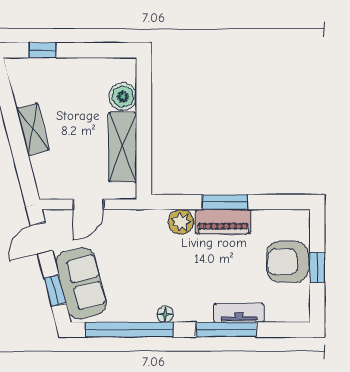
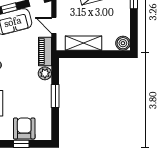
boiler: (123, 97) -> (123, 43), moved
piano: (223, 222) -> (45, 52), moved

